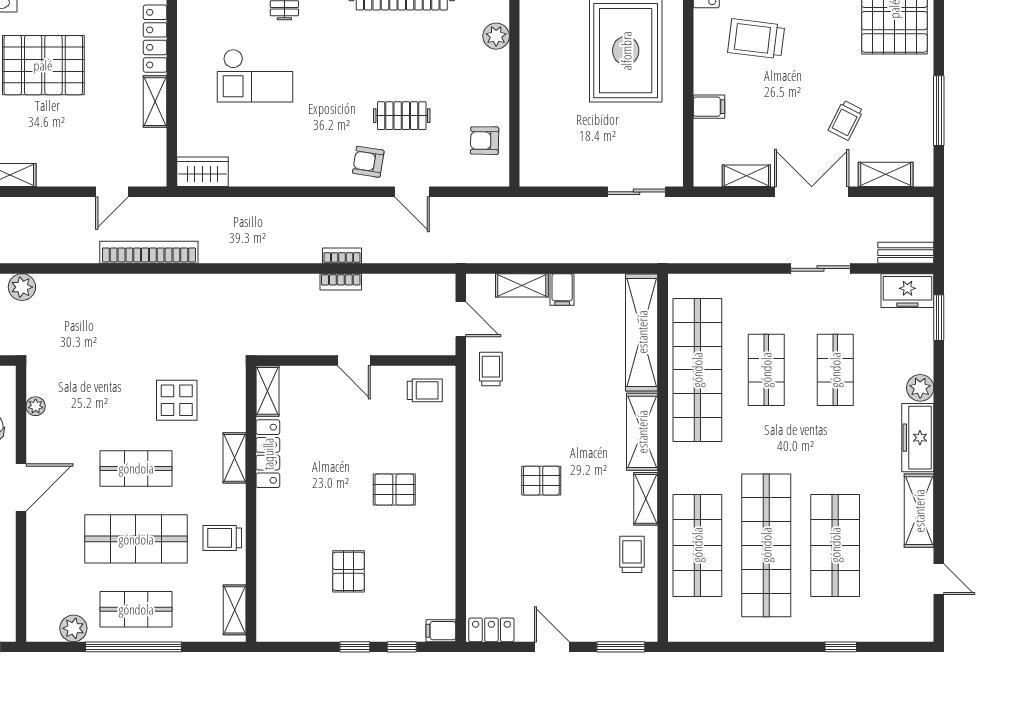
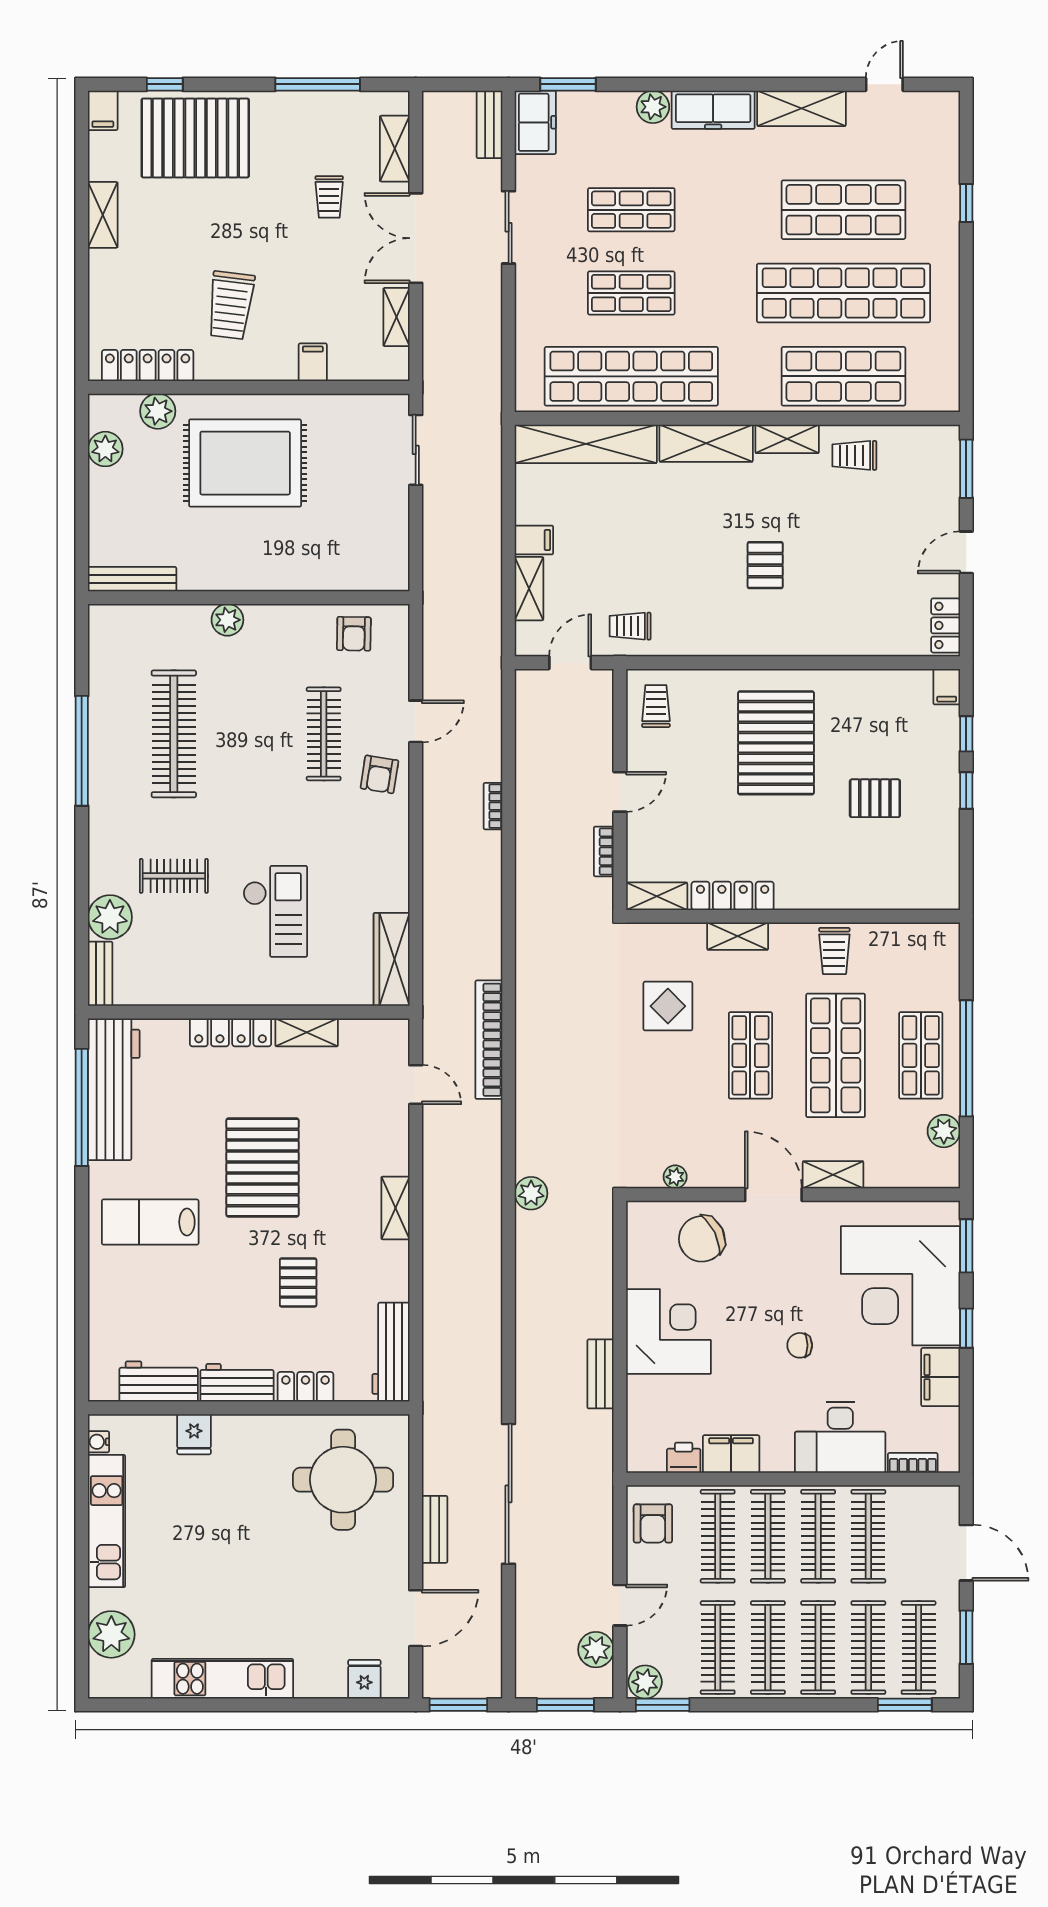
clothes rail: (402, 116) -> (324, 734), width x1.36
trolley: (846, 120) -> (329, 197), turned 63
wardrobe: (203, 172) -> (392, 959), width x1.50
bookcase: (341, 282) -> (604, 851), moved, turned 180
pallet: (394, 490) -> (776, 743), width x2.05, depth x2.00
shelving: (235, 610) -> (833, 1175), moved

